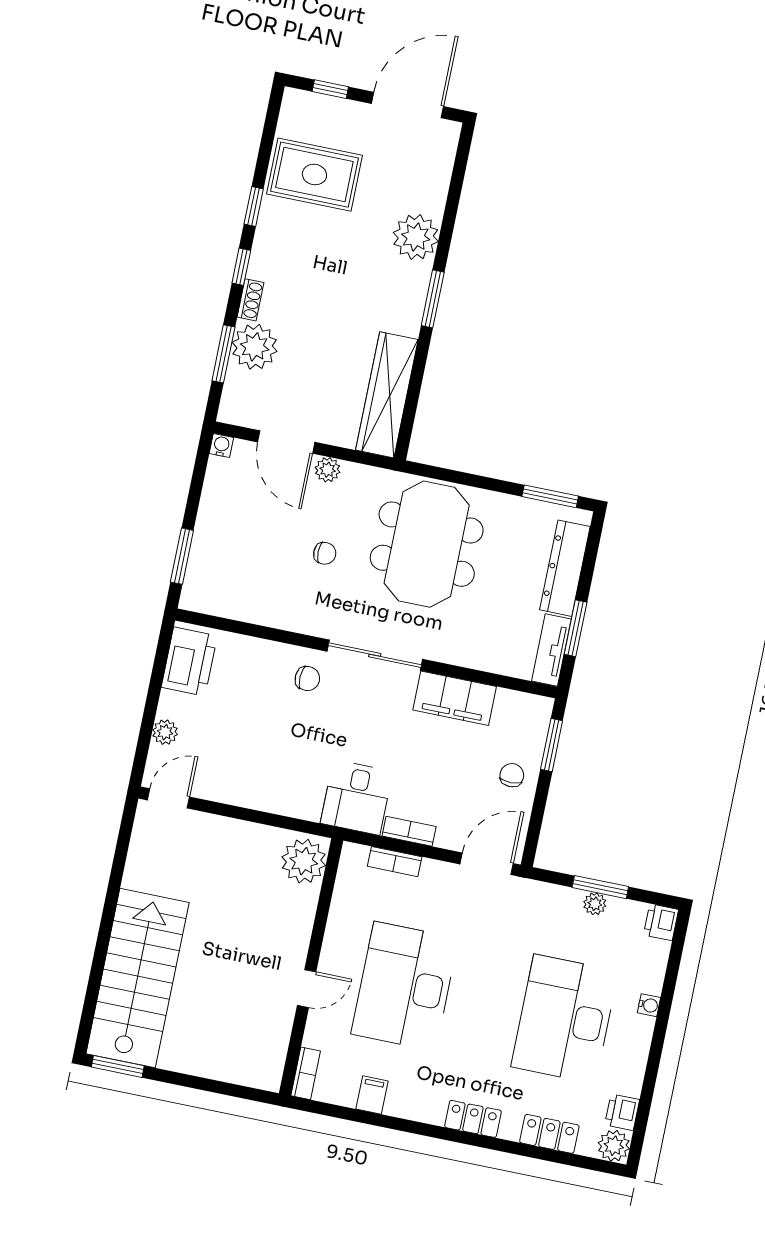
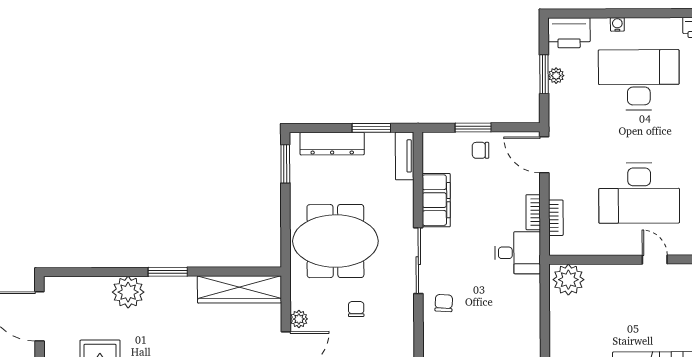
tv unit: (551, 650) -> (405, 156), moved, turned 90
window: (552, 745) -> (473, 128), moved
printer: (661, 922) -> (569, 33), width x1.87, depth x1.48
desk: (565, 1019) -> (639, 80), turned 180

